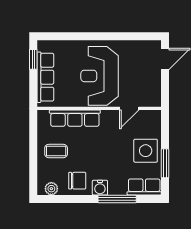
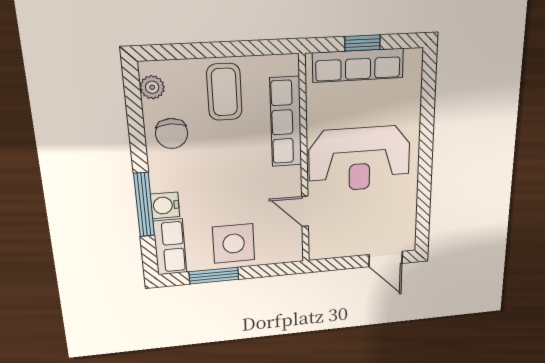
window: (33, 59) -> (363, 43), moved
reception desk: (100, 76) -> (360, 159), turned 180
coffee table: (56, 151) -> (224, 92), width x1.36, depth x1.30
water cooler: (100, 188) -> (165, 205), moved

